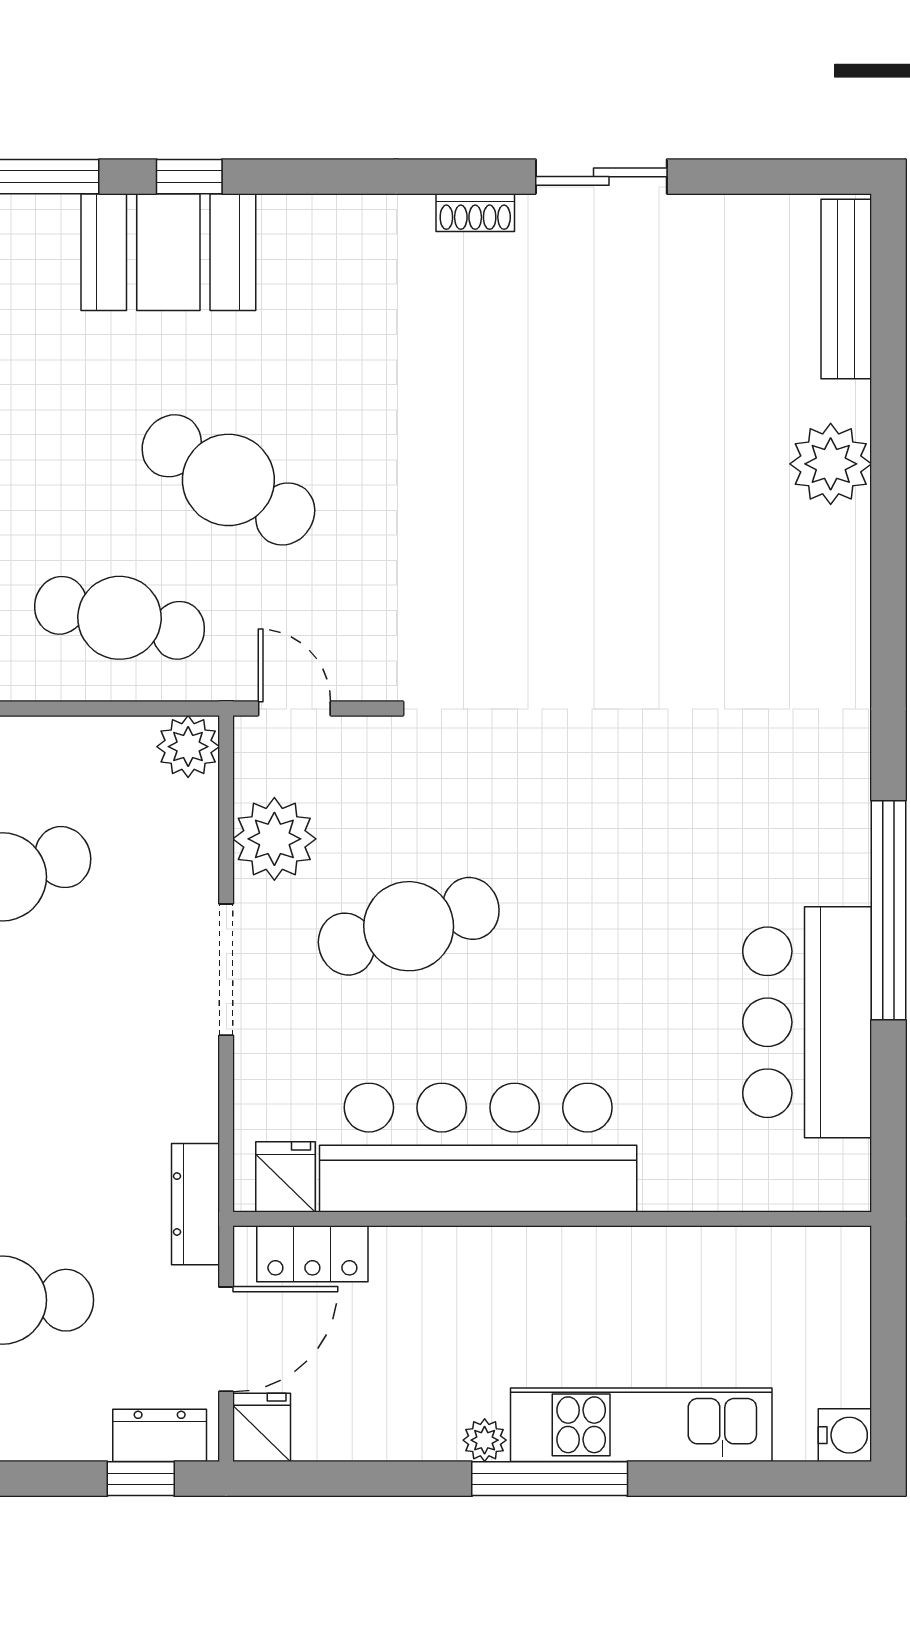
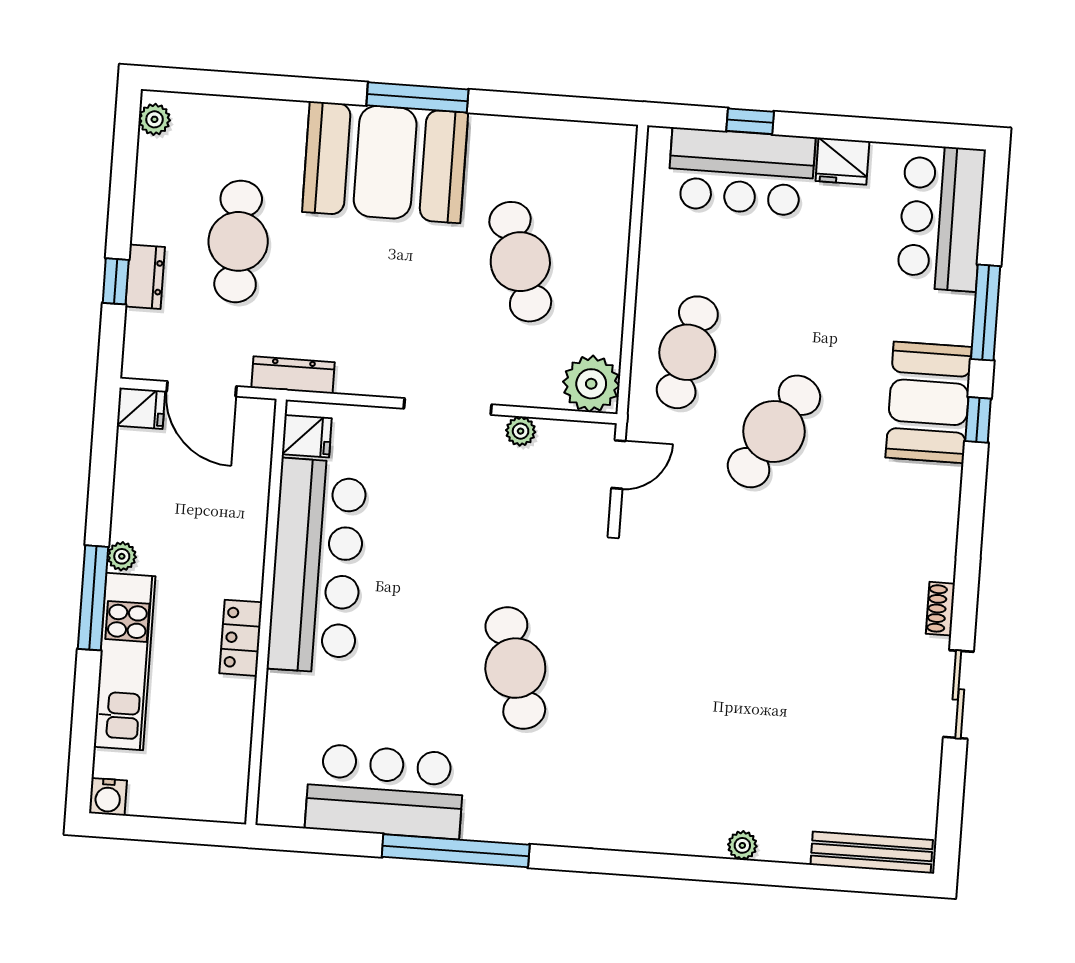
plant: (831, 464) -> (742, 845), width x0.53, depth x0.53
plant: (188, 747) -> (591, 384), width x1.36, depth x1.36
plant: (274, 839) -> (521, 431), width x0.53, depth x0.53
cafe table: (409, 926) -> (515, 668), moved
locker: (312, 1254) -> (241, 638), moved
dresser: (160, 1435) -> (145, 277), moved
window: (141, 1479) -> (116, 281), moved

